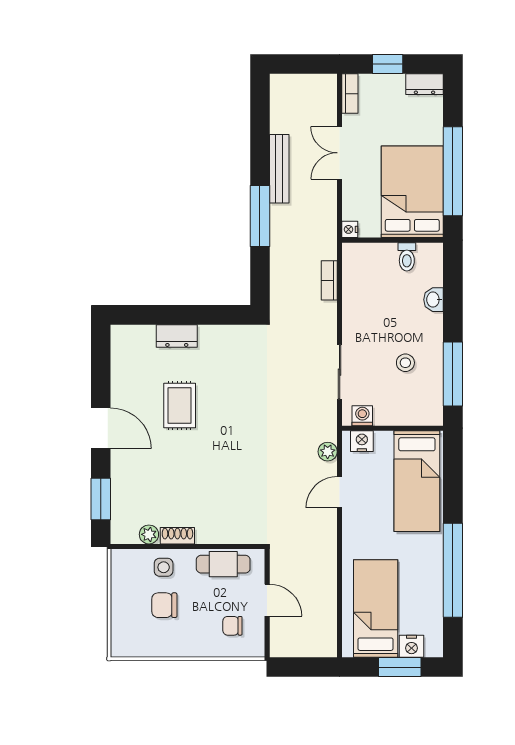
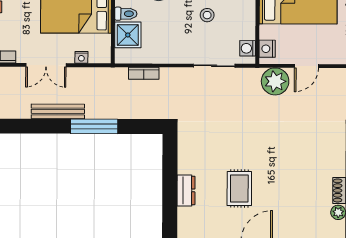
nightstand: (350, 229) -> (81, 57), moved
shower: (379, 259) -> (128, 35), added
rug: (180, 405) -> (239, 188), turned 90
plant: (328, 452) -> (275, 81), width x1.88, depth x1.88
door: (340, 492) -> (306, 66), hinge flipped

